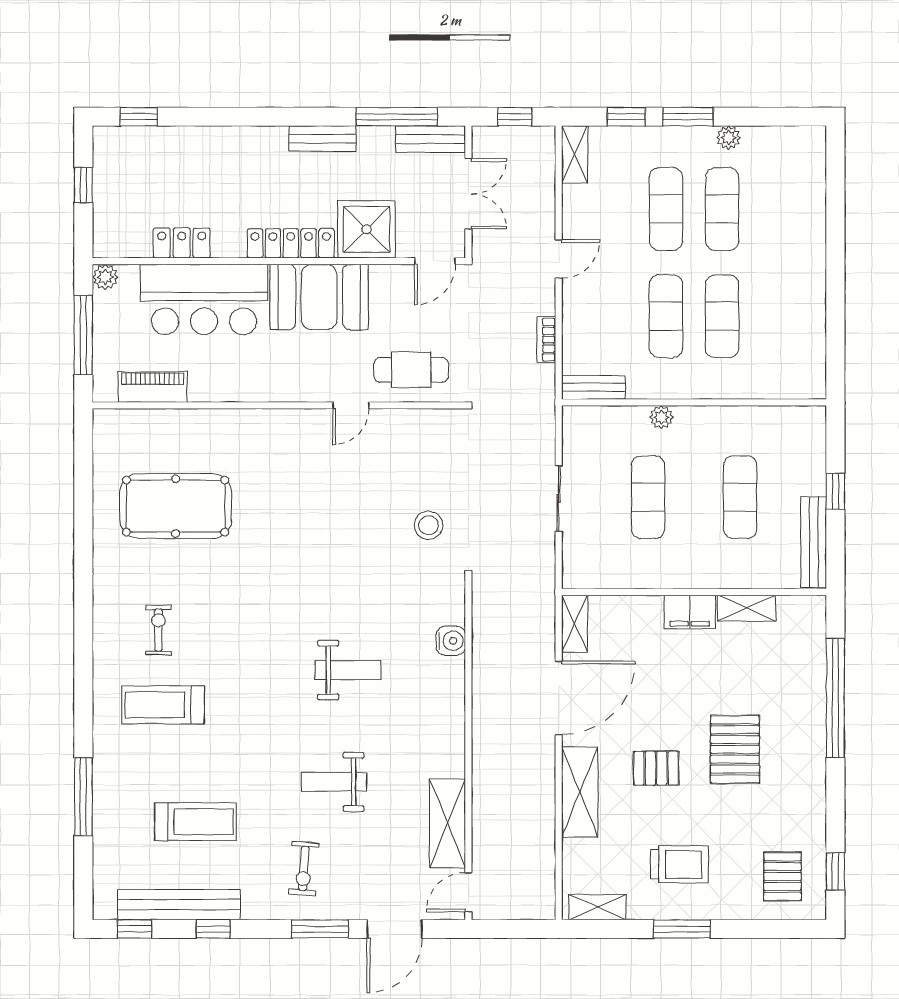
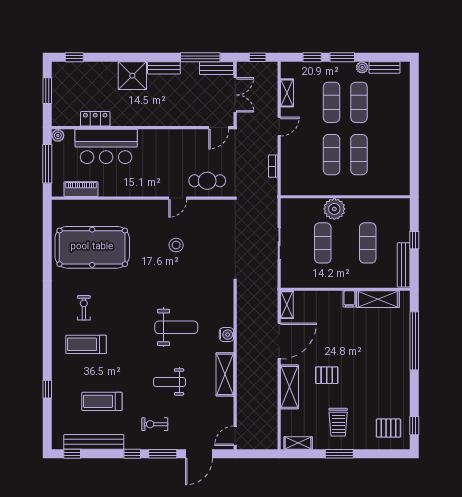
shelving: (575, 154) -> (287, 93), moved
window: (83, 185) -> (47, 91), width x1.50
shower: (367, 229) -> (132, 76), moved
locker: (291, 243) -> (148, 119), removed
booth: (319, 297) -> (162, 145), removed
bench: (593, 387) -> (384, 68), moved
plant: (661, 417) -> (334, 209), width x1.88, depth x1.88
pool table: (176, 506) -> (92, 247), width x1.36, depth x1.32
stool: (428, 525) -> (176, 245), moved
shelving: (746, 608) -> (378, 299), width x1.50, depth x1.33
filing cabinet: (690, 612) -> (349, 299), width x0.50
water cooler: (451, 641) -> (227, 335), moved
weight bench: (348, 670) -> (176, 327), width x1.36, depth x1.33
pallet: (735, 749) -> (365, 366), removed
window: (83, 797) -> (47, 389), width x0.46
treadmill: (196, 822) -> (102, 401), turned 180
shelving: (448, 823) -> (225, 374), moved
trolley: (679, 864) -> (338, 422), turned 90
exercise bike: (304, 869) -> (155, 424), turned 86
pallet: (782, 876) -> (388, 428), turned 90
window: (213, 929) -> (132, 454), moved

